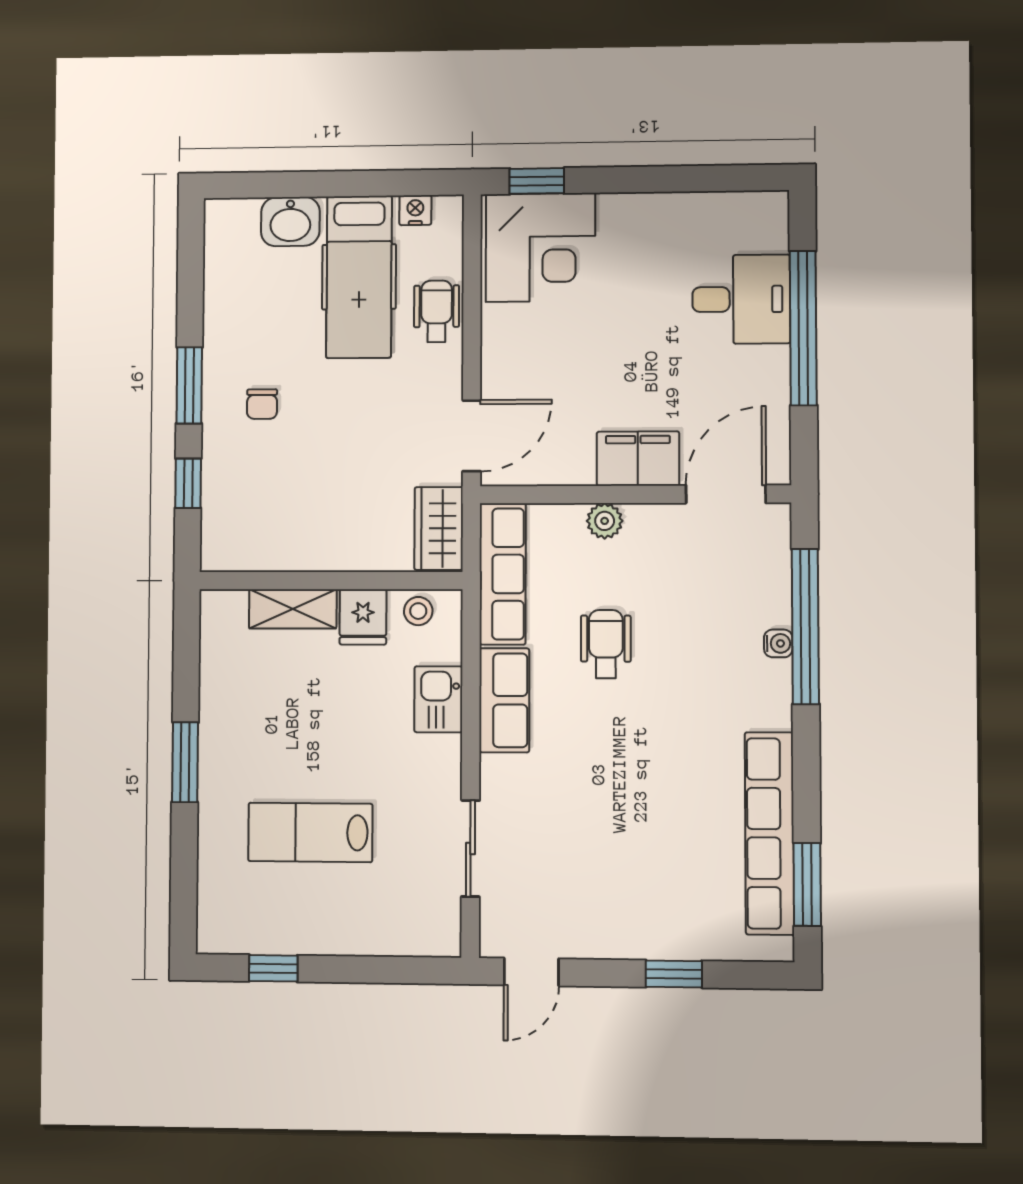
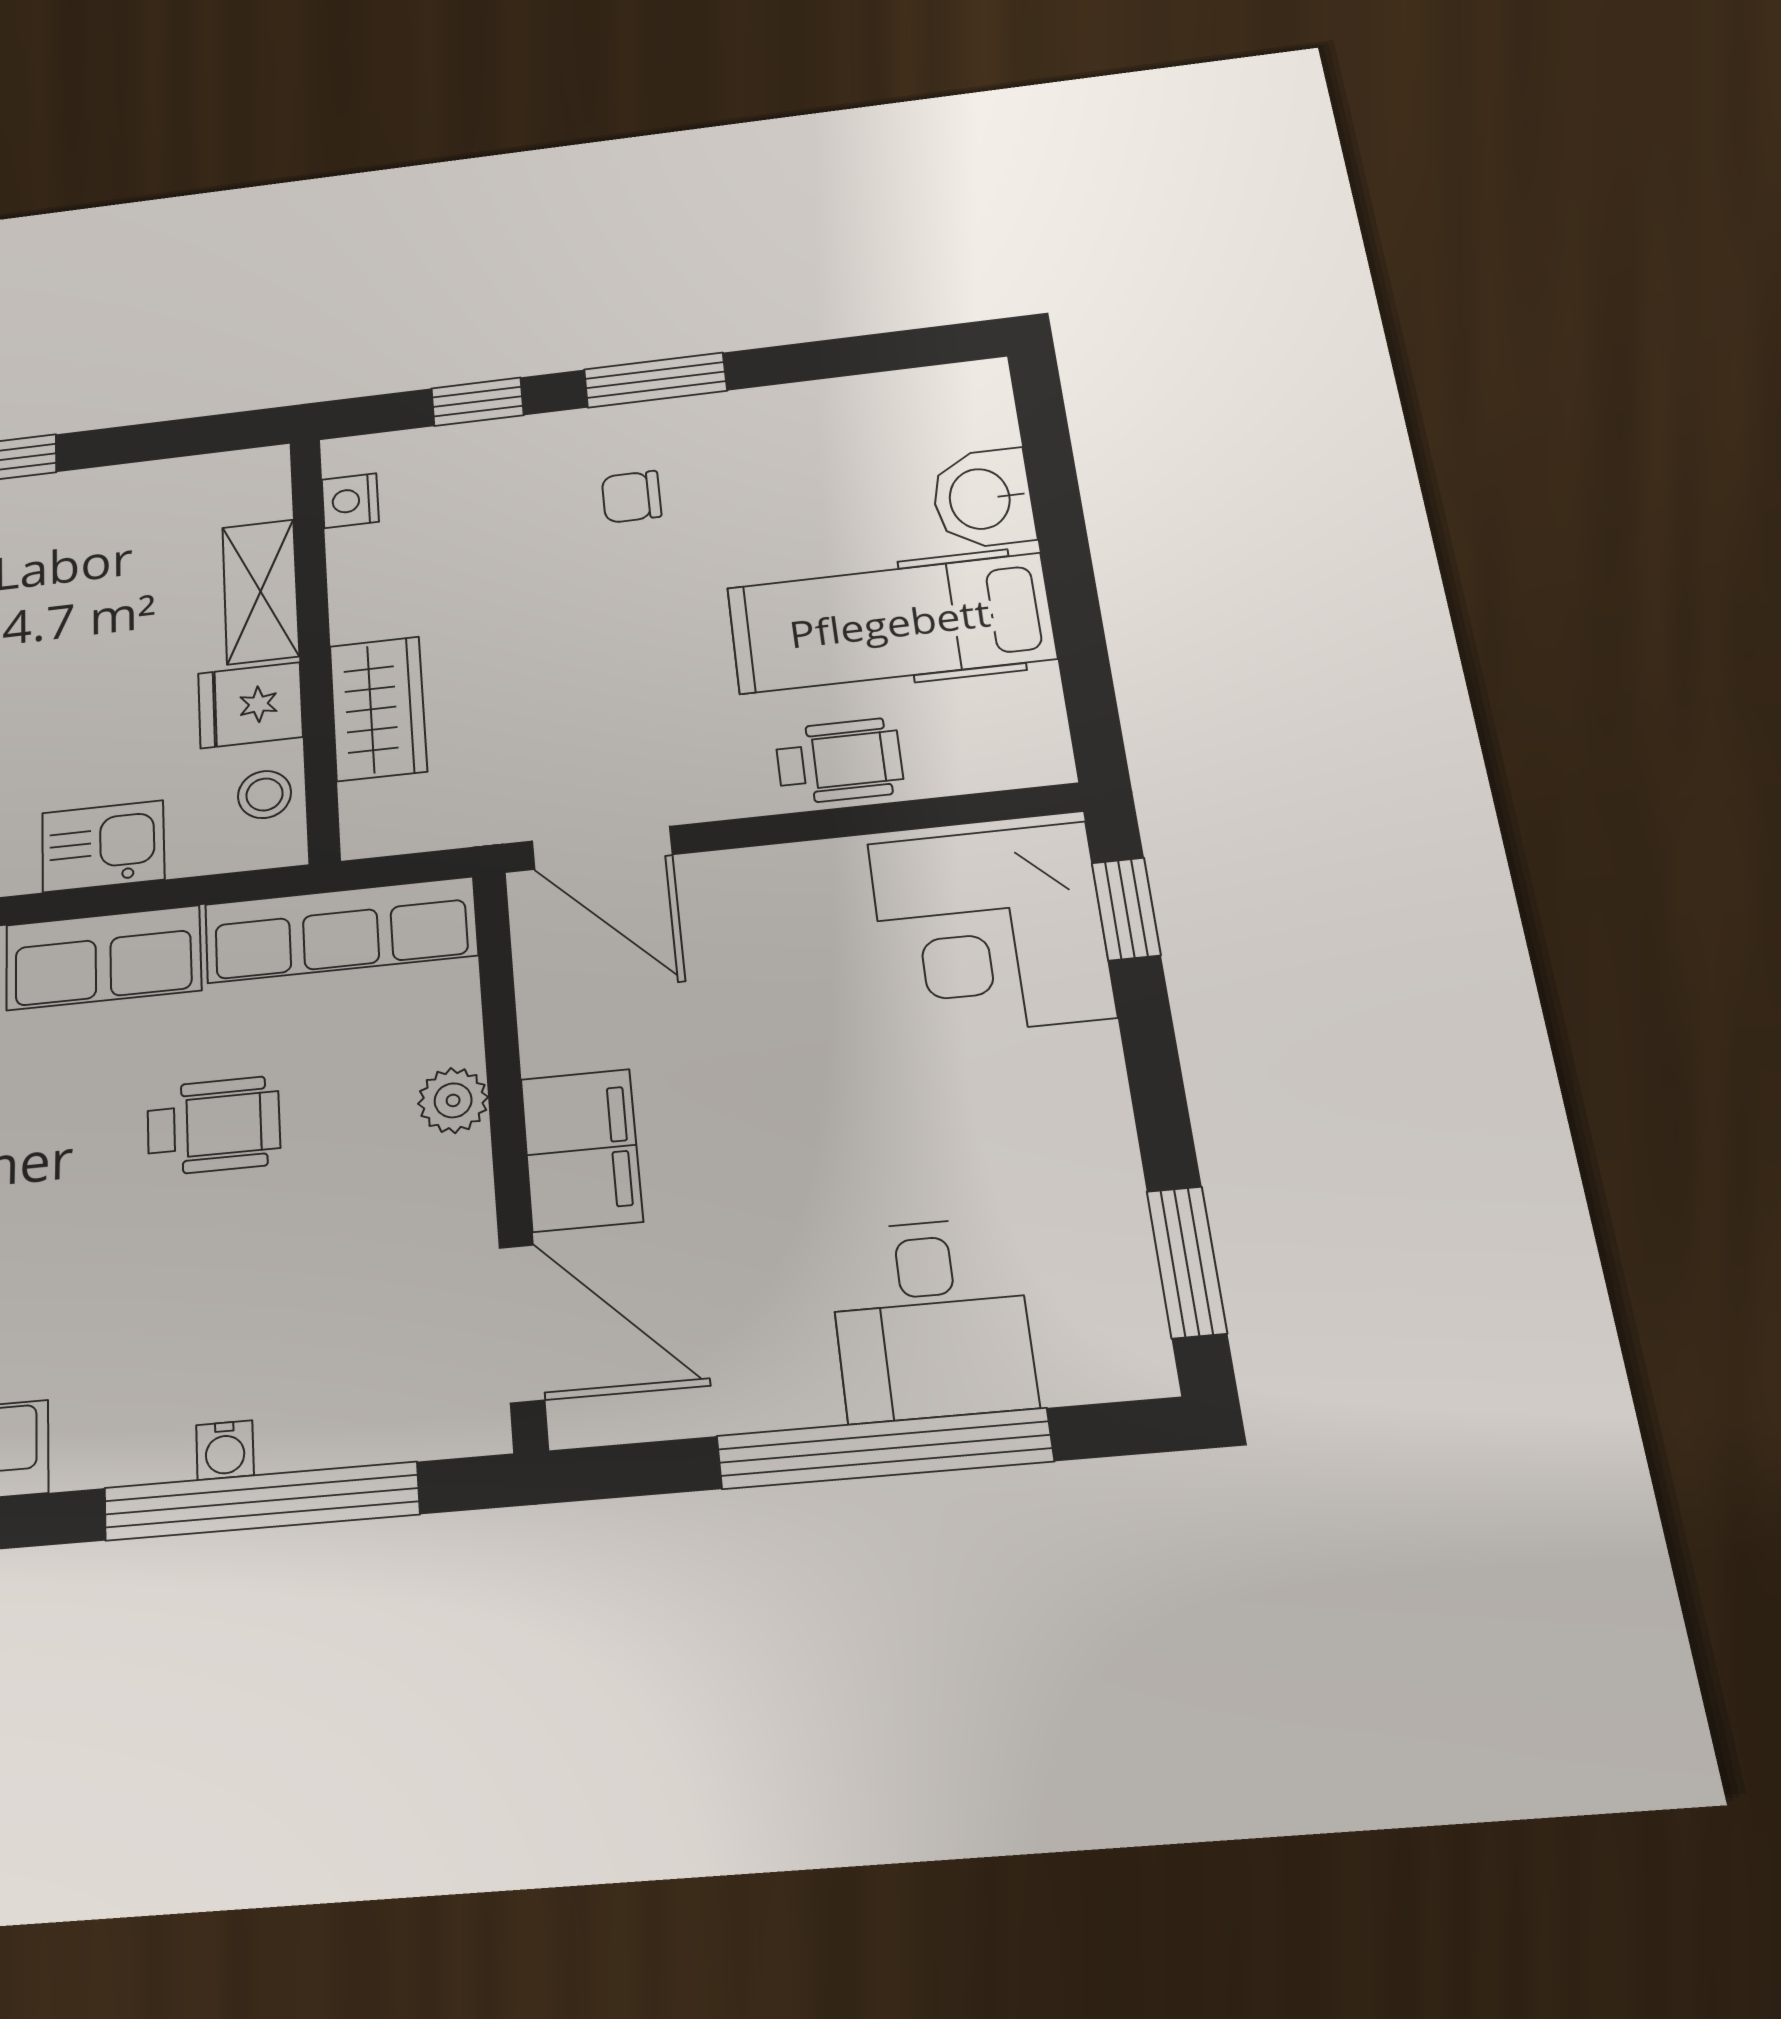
window: (724, 178) -> (1187, 1262), added
nightstand: (415, 210) -> (350, 501), moved, turned 180
wardrobe: (439, 528) -> (378, 708), moved, turned 90

